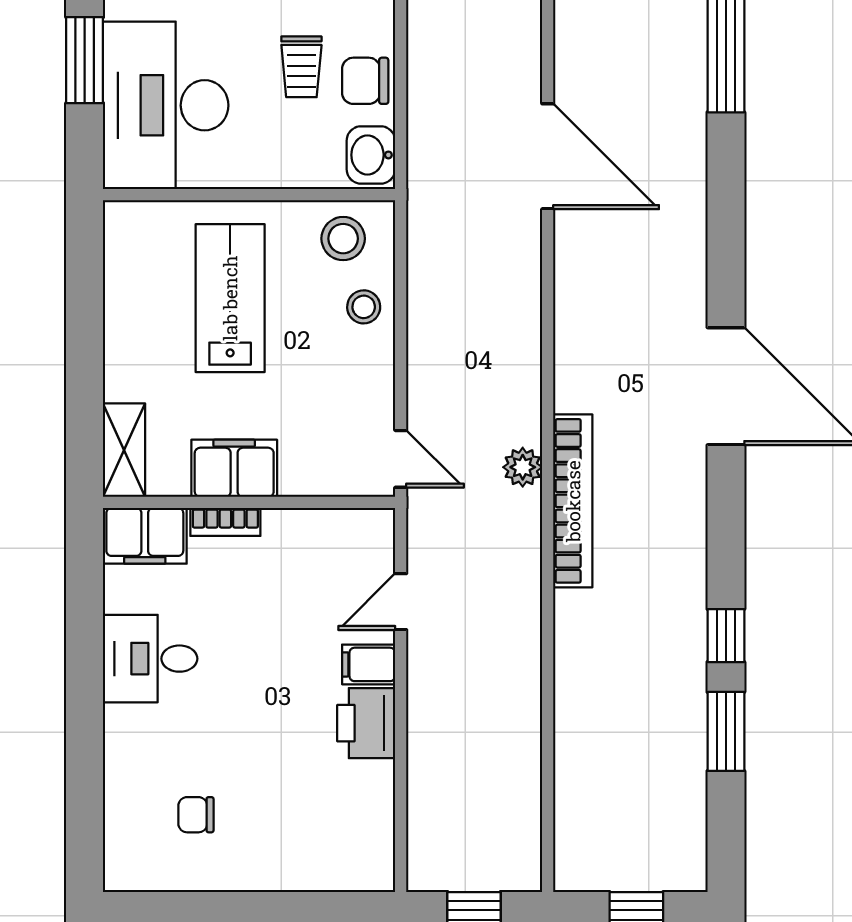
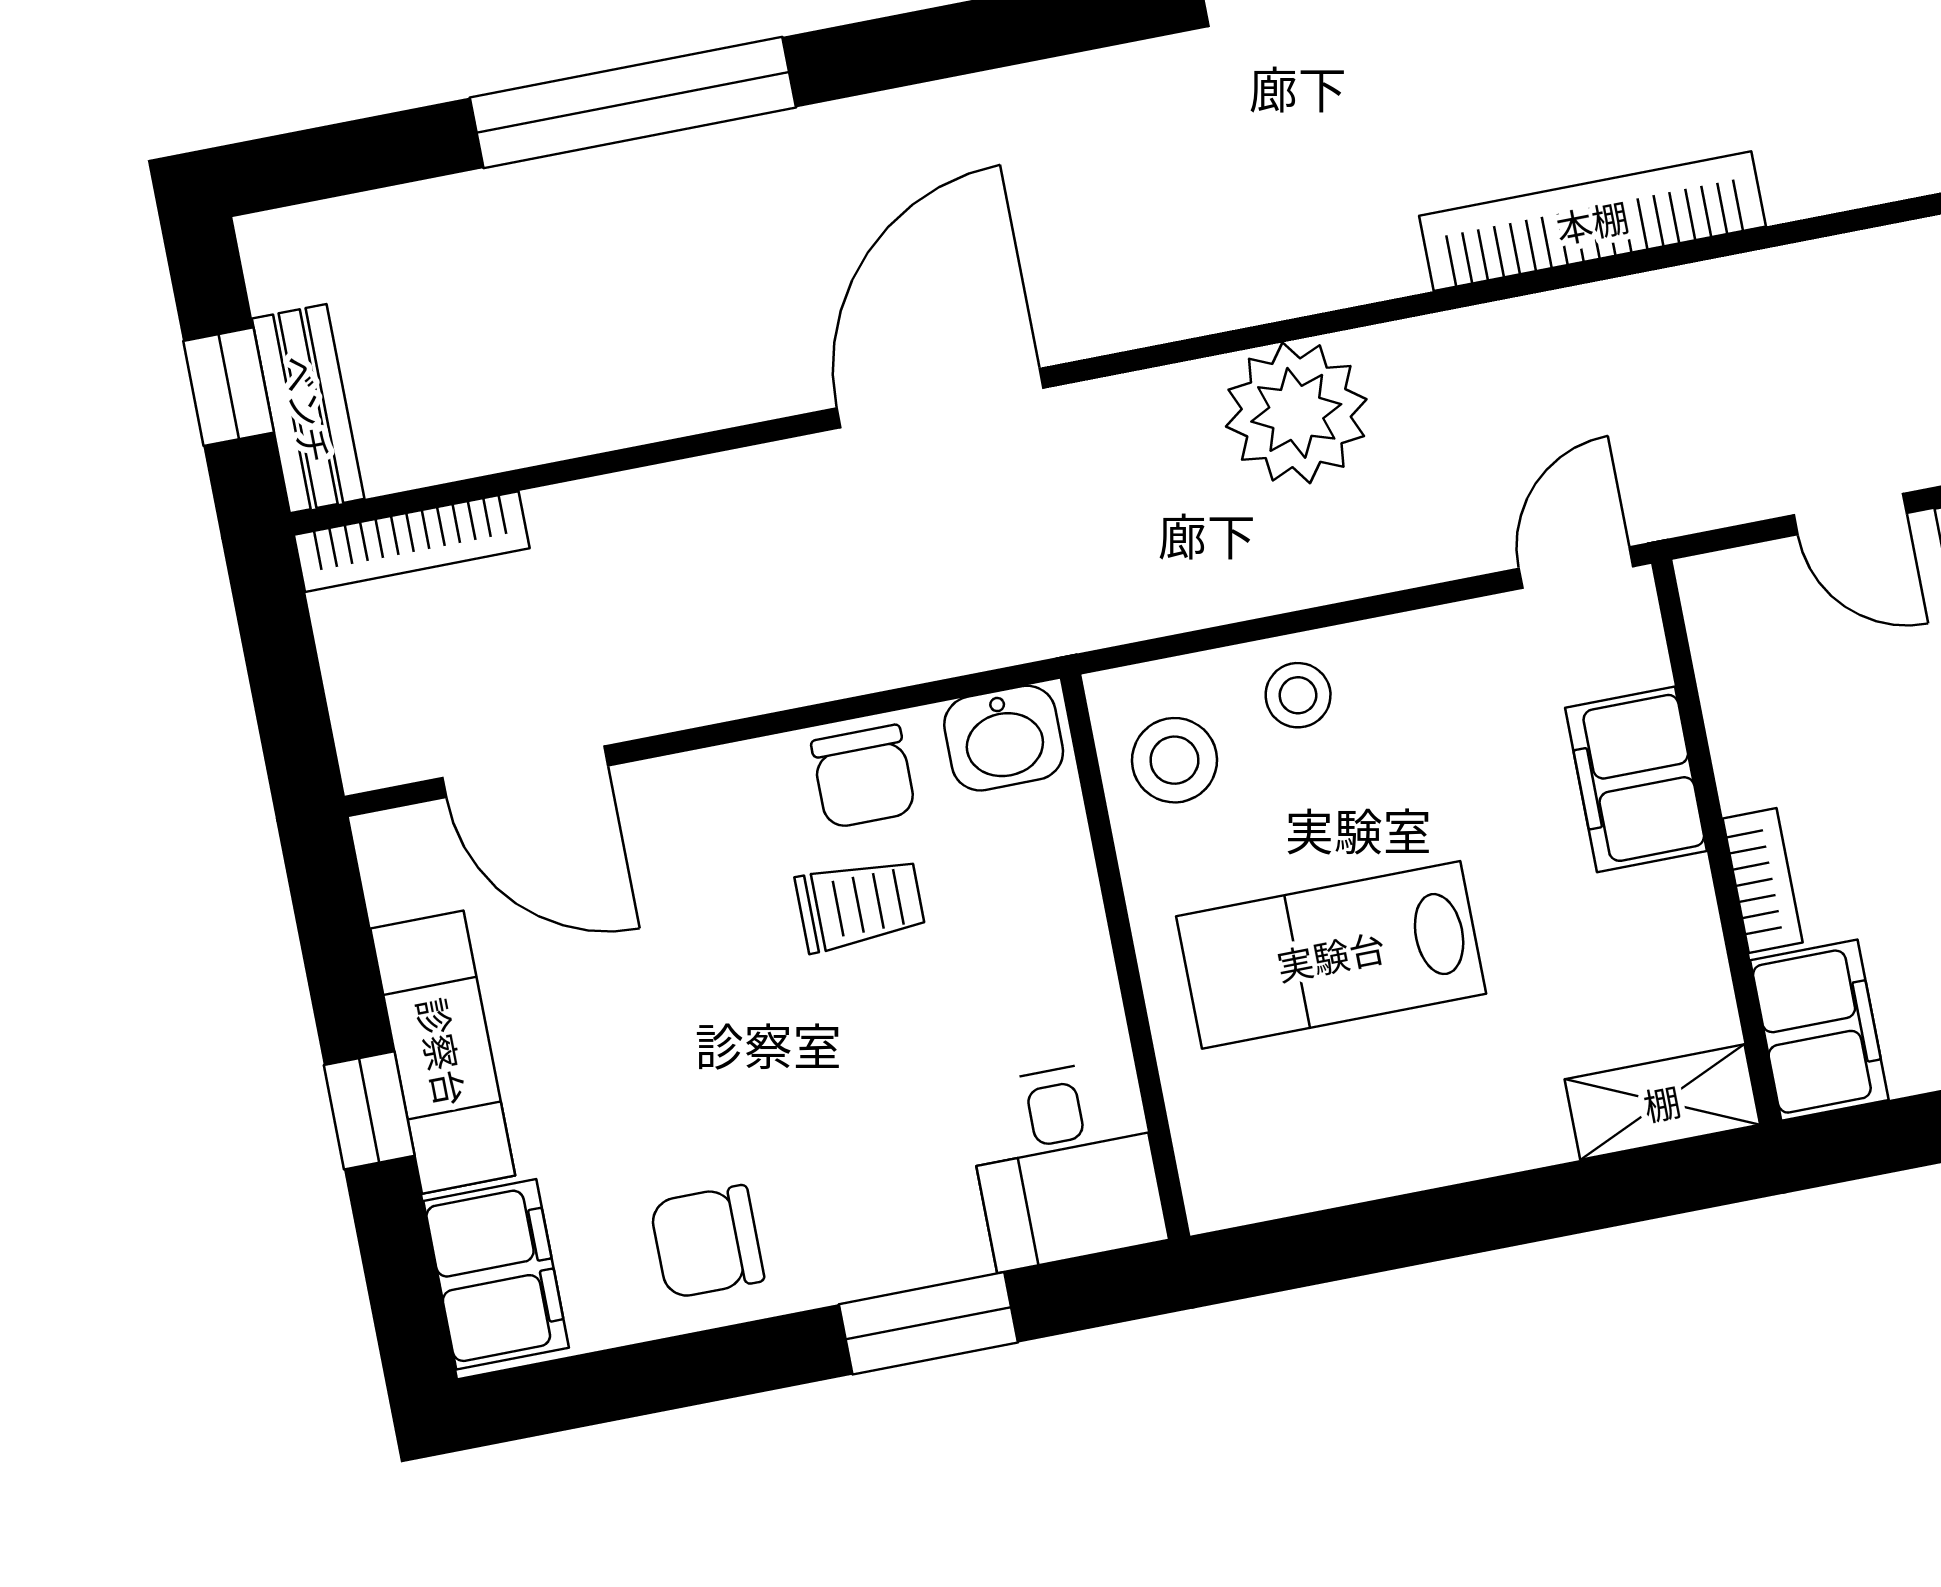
desk: (166, 105) -> (1065, 1164), width x0.53, depth x0.77
plant: (523, 467) -> (1296, 413), moved, width x1.88, depth x1.88
filing cabinet: (234, 468) -> (1636, 779), moved

